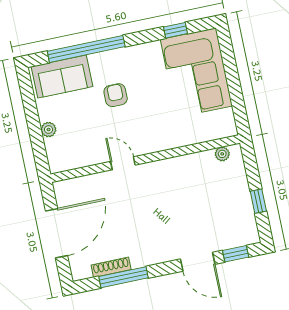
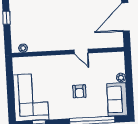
sofa: (62, 77) -> (117, 99), moved, turned -90

